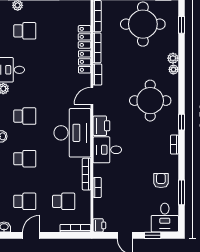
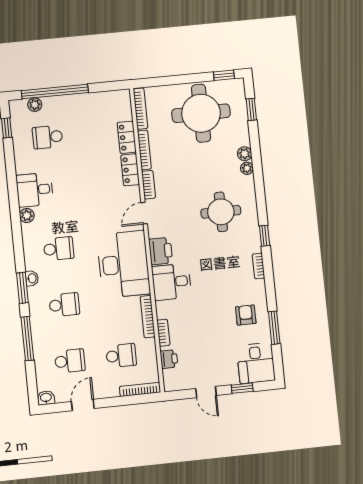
school desk: (25, 31) -> (48, 137), turned 180
round table: (150, 101) -> (221, 212), width x0.73, depth x0.73
printer: (99, 225) -> (169, 359), moved

